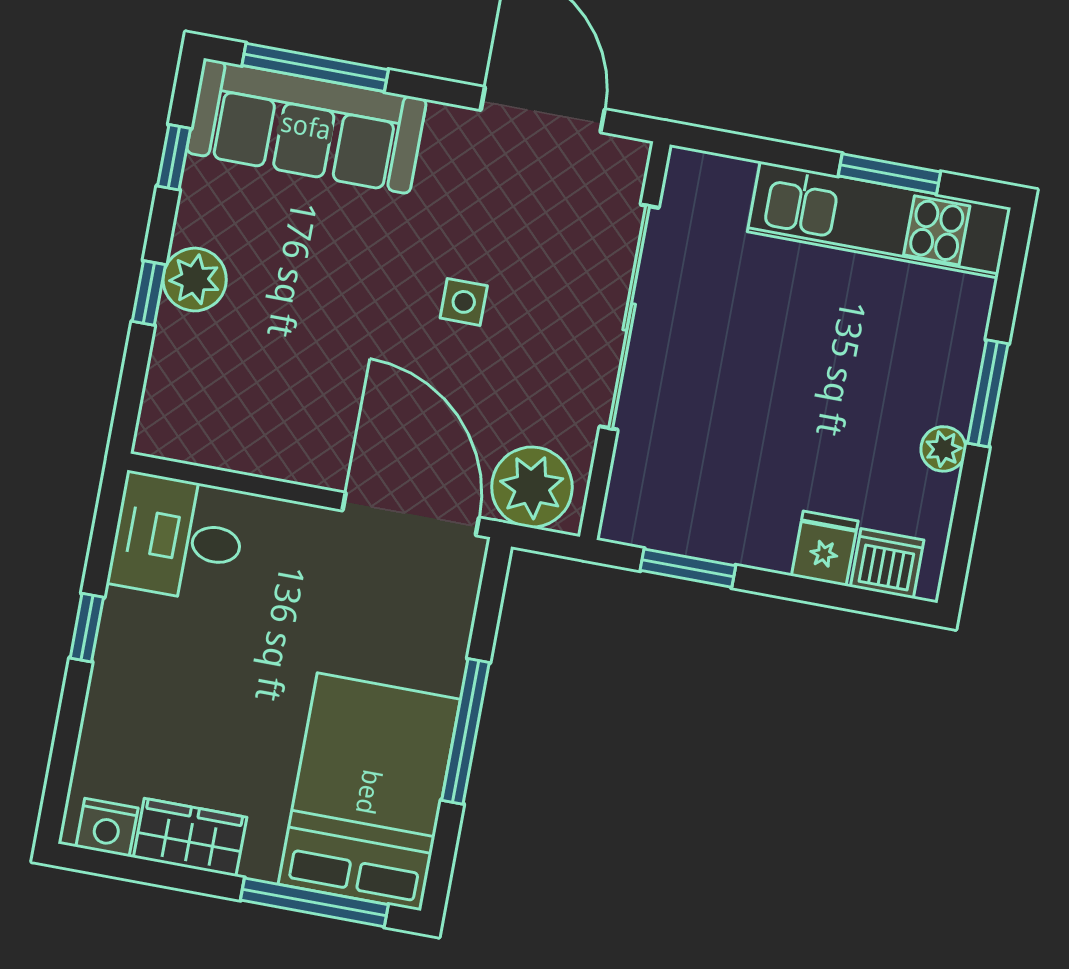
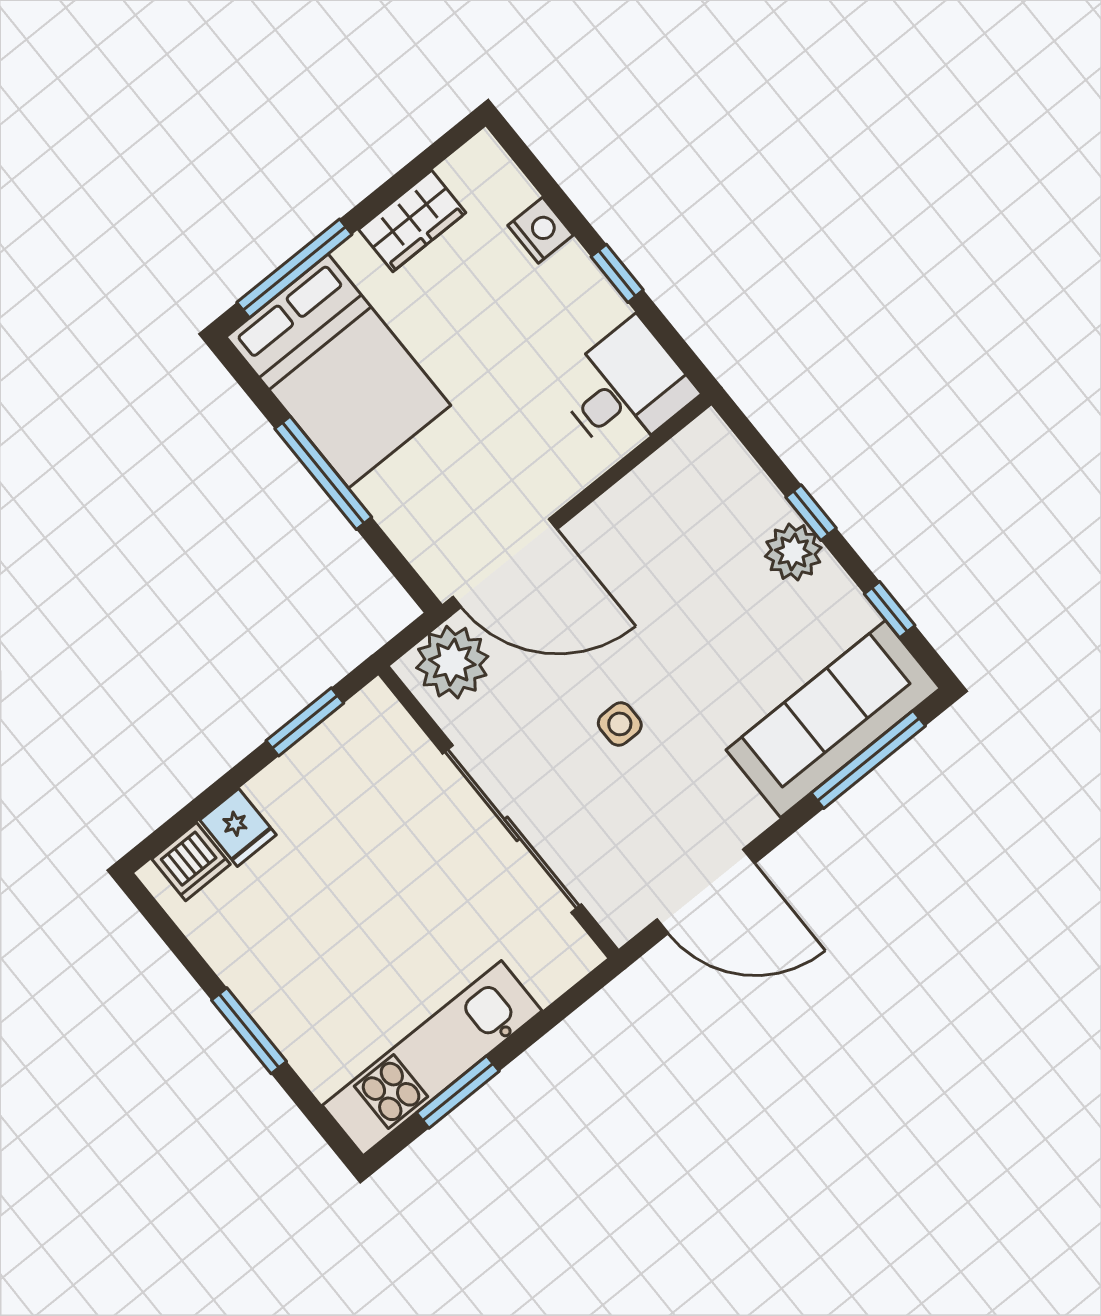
plant: (943, 449) -> (237, 968), removed
nightstand: (107, 827) -> (541, 230), moved, turned 90

